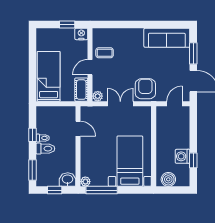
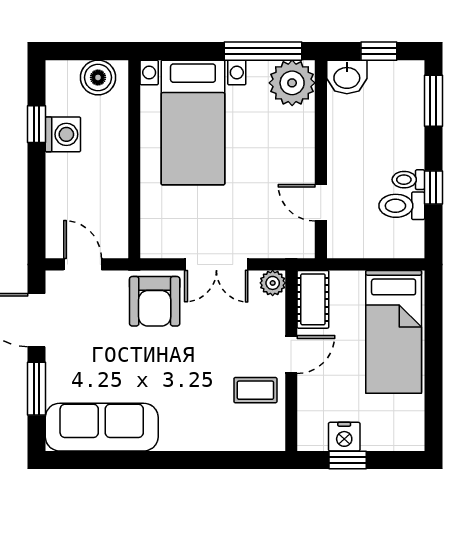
nightstand: (81, 34) -> (344, 437), moved
door: (175, 104) -> (83, 264), swing flipped
toilet: (45, 149) -> (402, 206), moved
plant: (85, 182) -> (292, 83), width x1.88, depth x1.88

